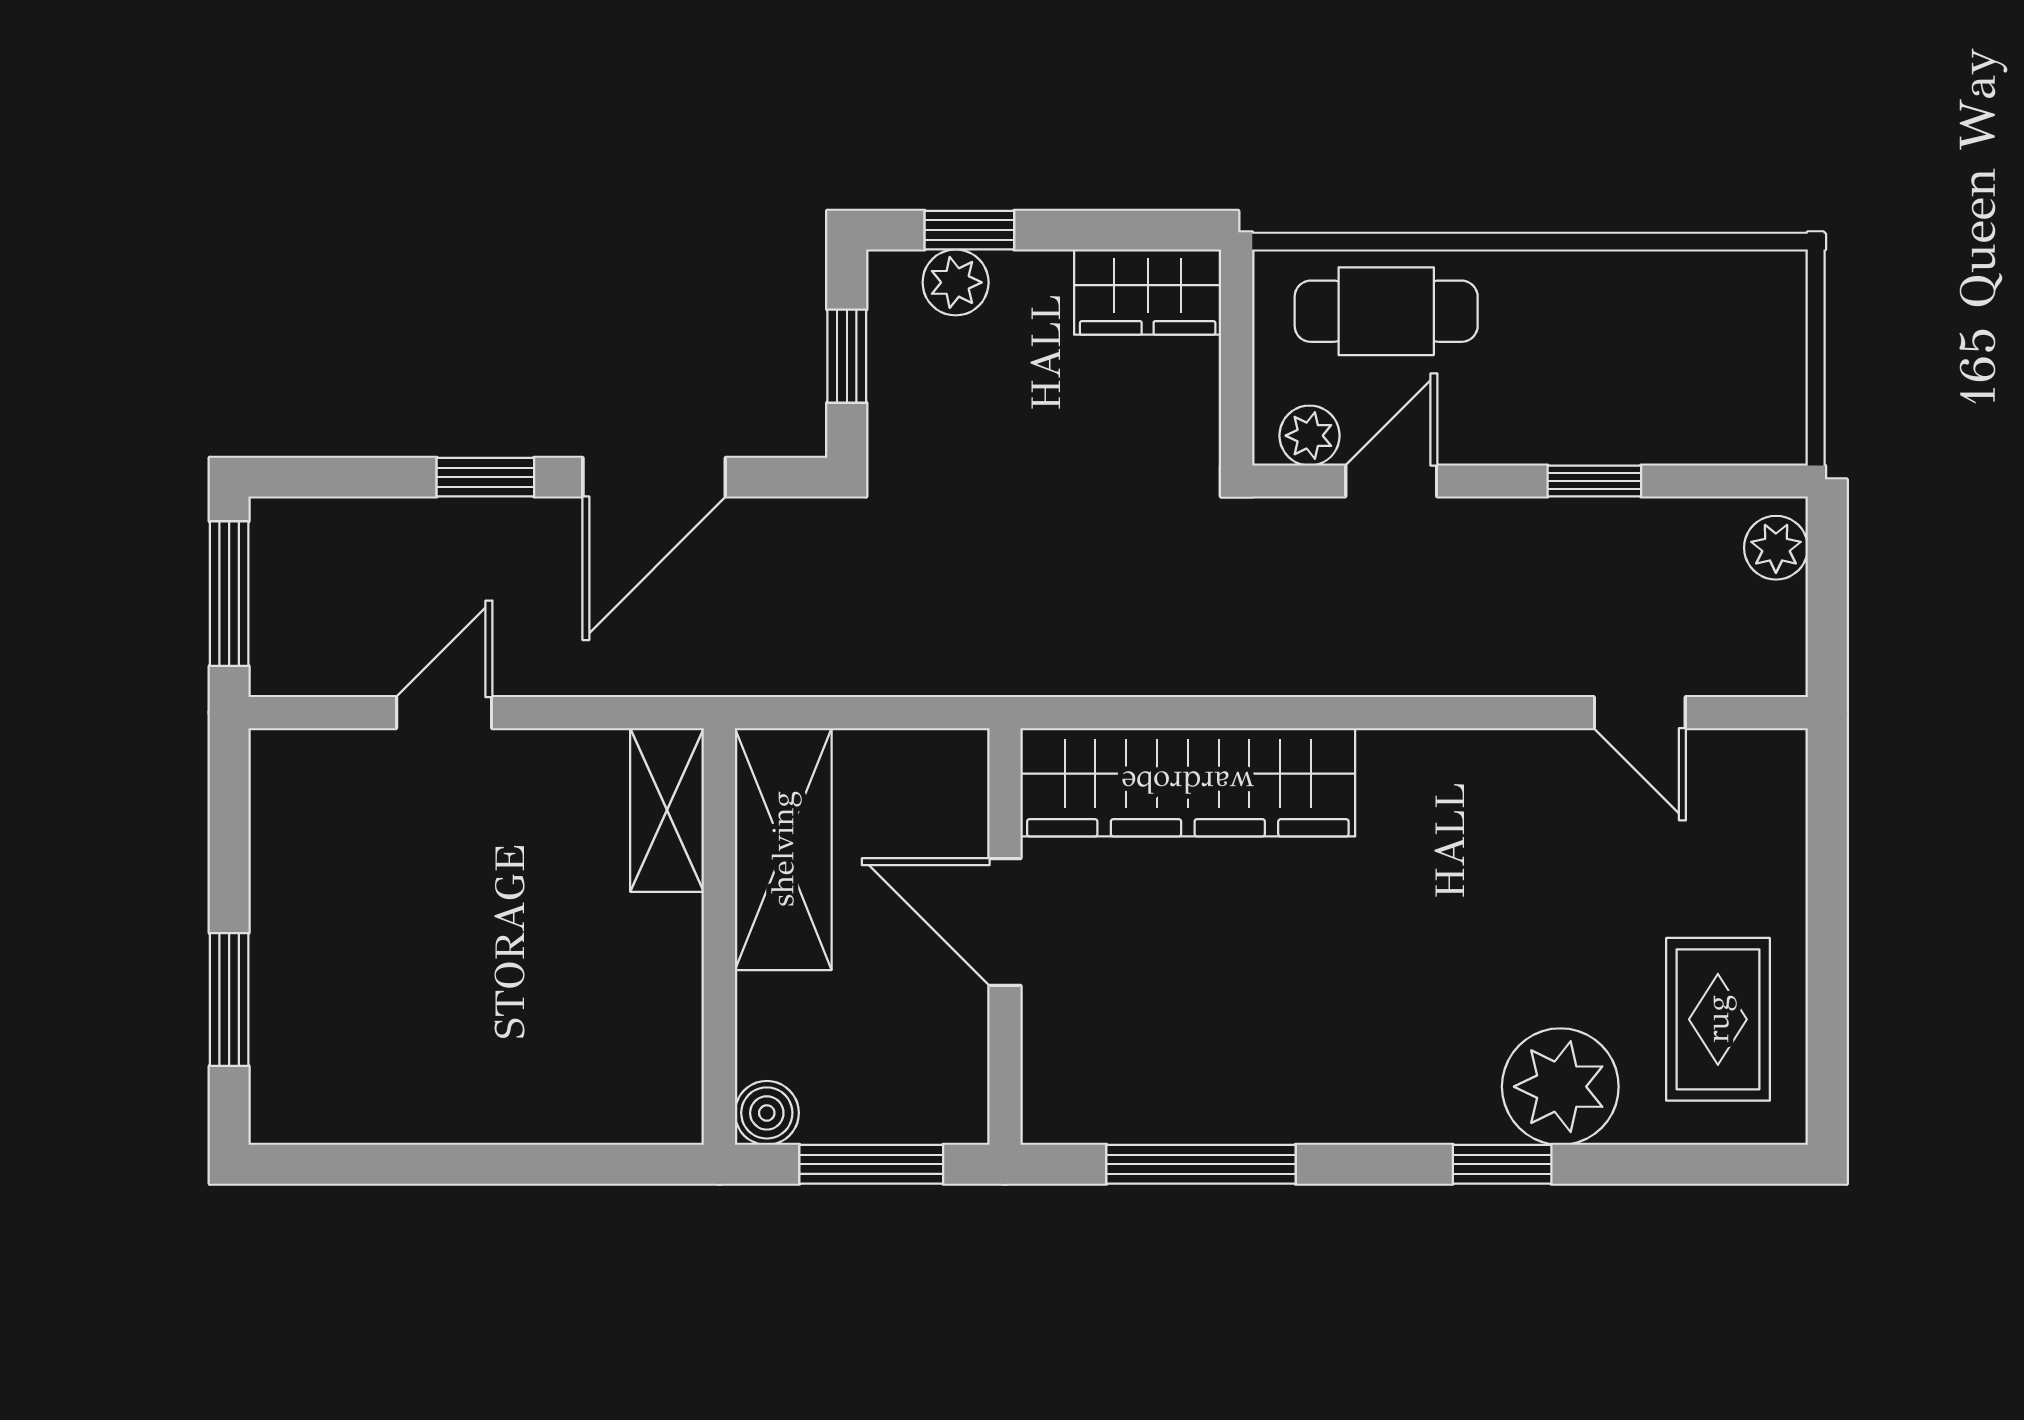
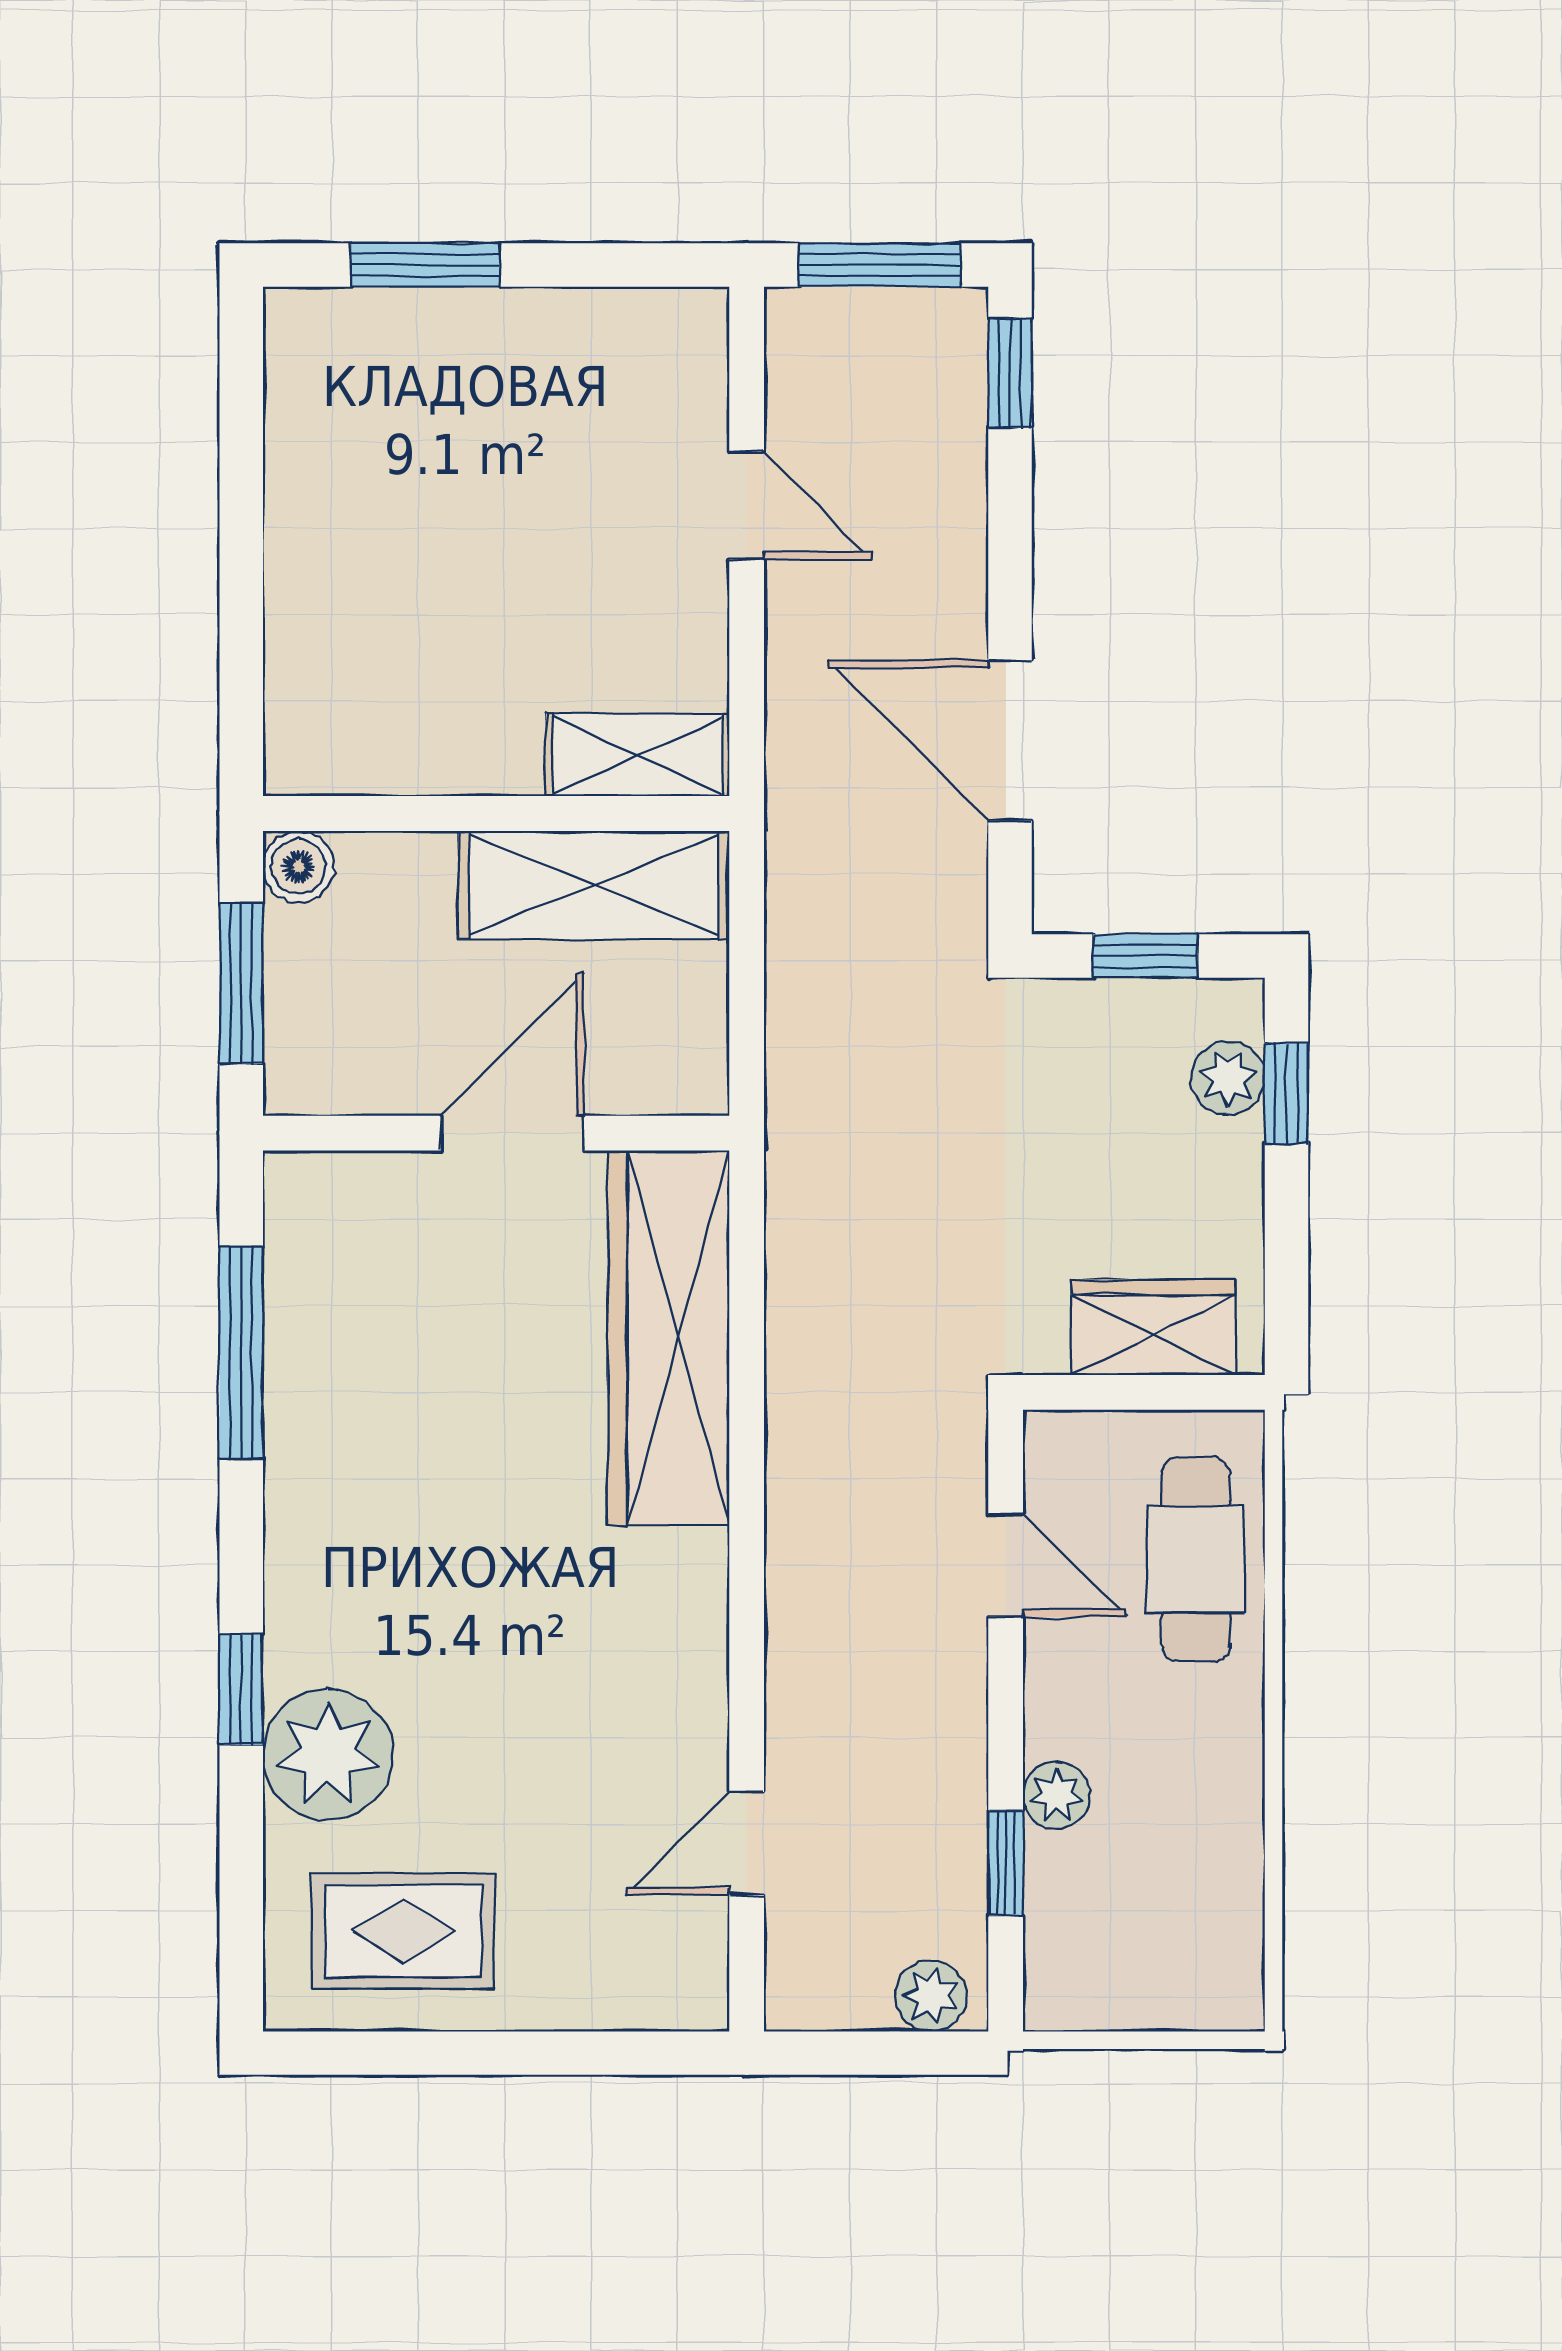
wardrobe: (1148, 292) -> (1153, 1327), moved, turned 90
plant: (1310, 436) -> (1057, 1795), moved
window: (485, 477) -> (1010, 373), moved
window: (1594, 481) -> (1006, 1863), moved

